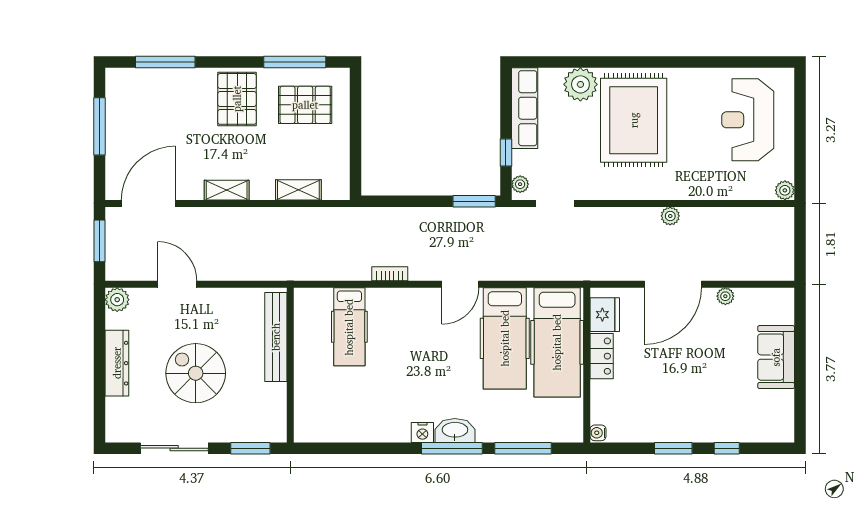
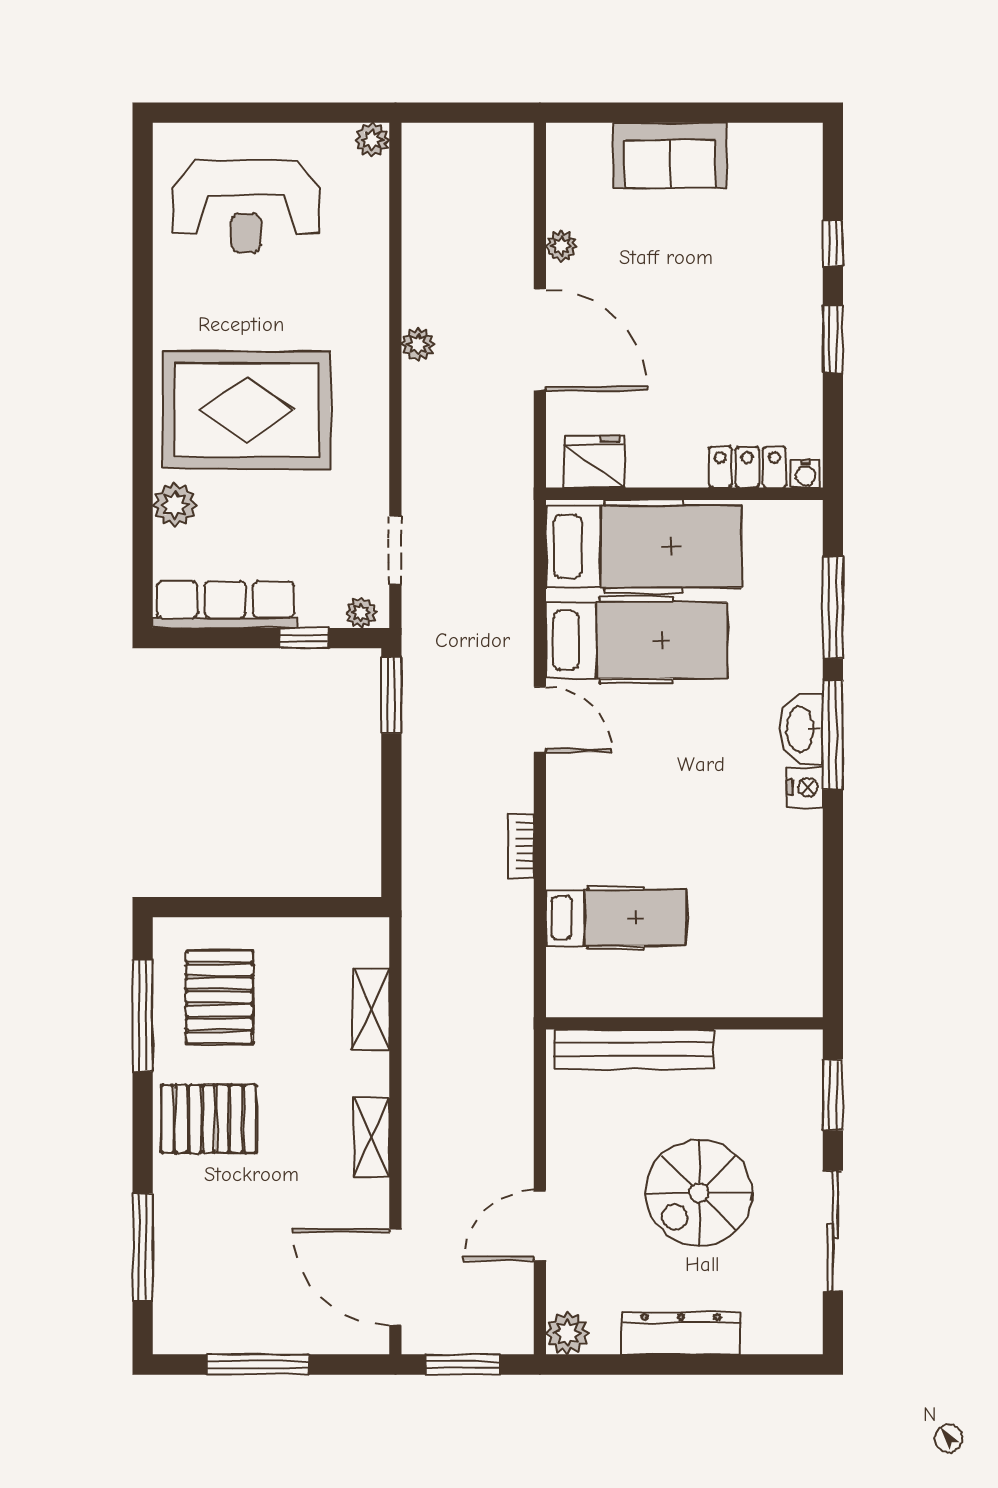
plant: (580, 84) -> (175, 505), width x0.73, depth x0.73
locker: (602, 356) -> (747, 467), moved

